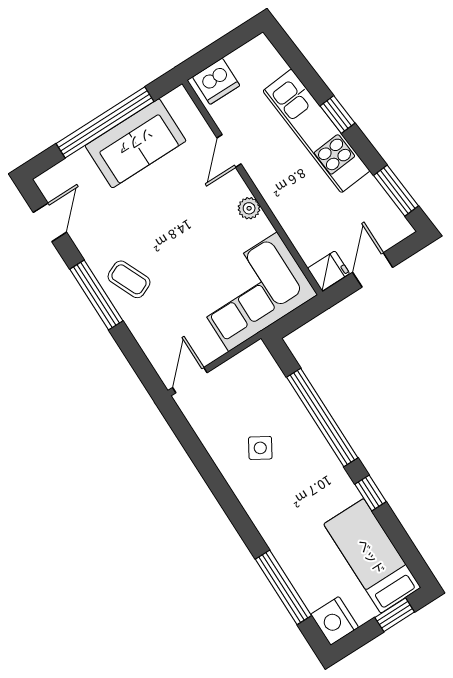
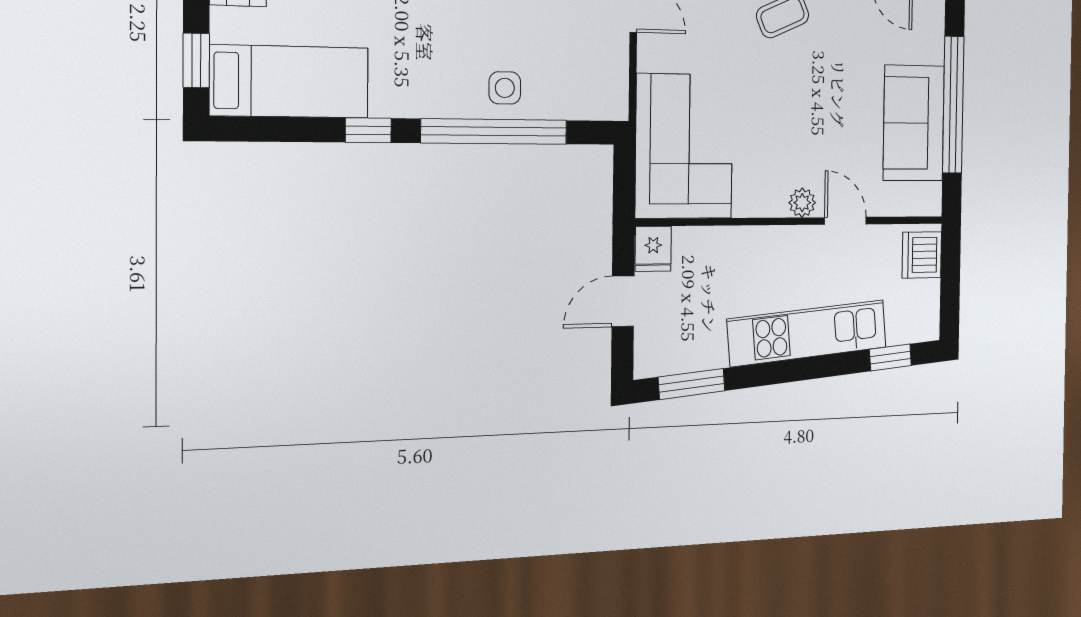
window: (337, 114) -> (890, 358), moved
plant: (249, 208) -> (802, 203), moved
door: (373, 270) -> (623, 301), swing flipped
side table: (260, 448) -> (505, 88), moved, turned -31

